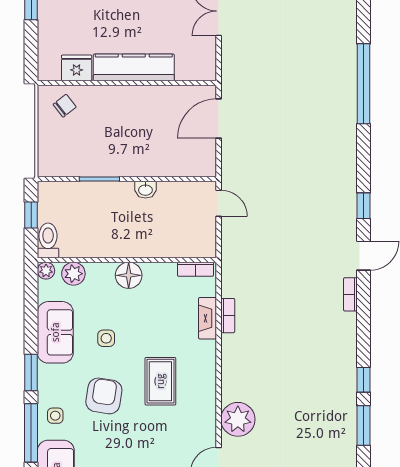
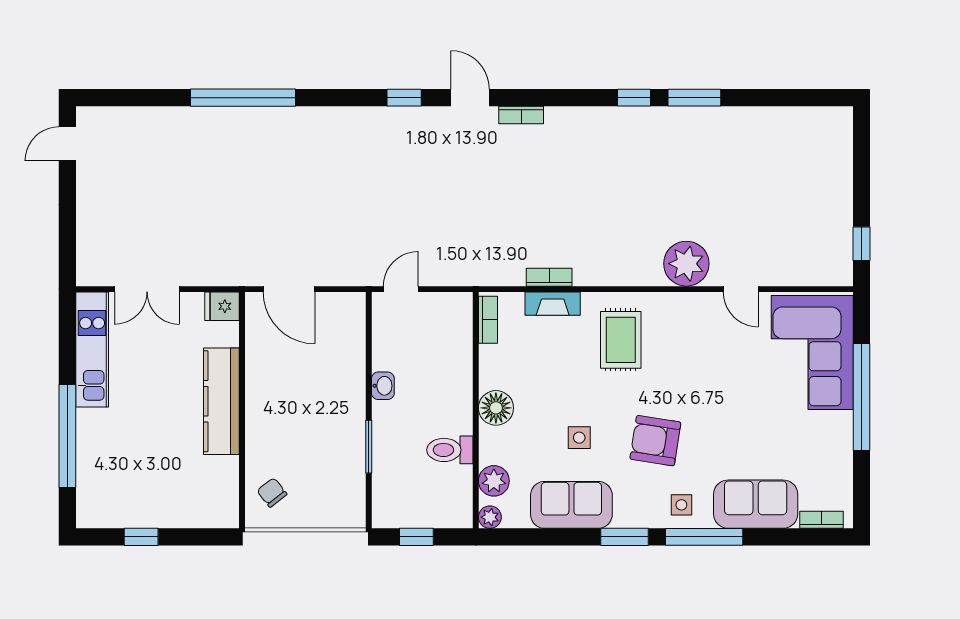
fridge: (77, 68) -> (222, 306), moved, width x0.72
toilet: (48, 240) -> (450, 450), moved
rug: (160, 381) -> (621, 340), moved, turned 90

